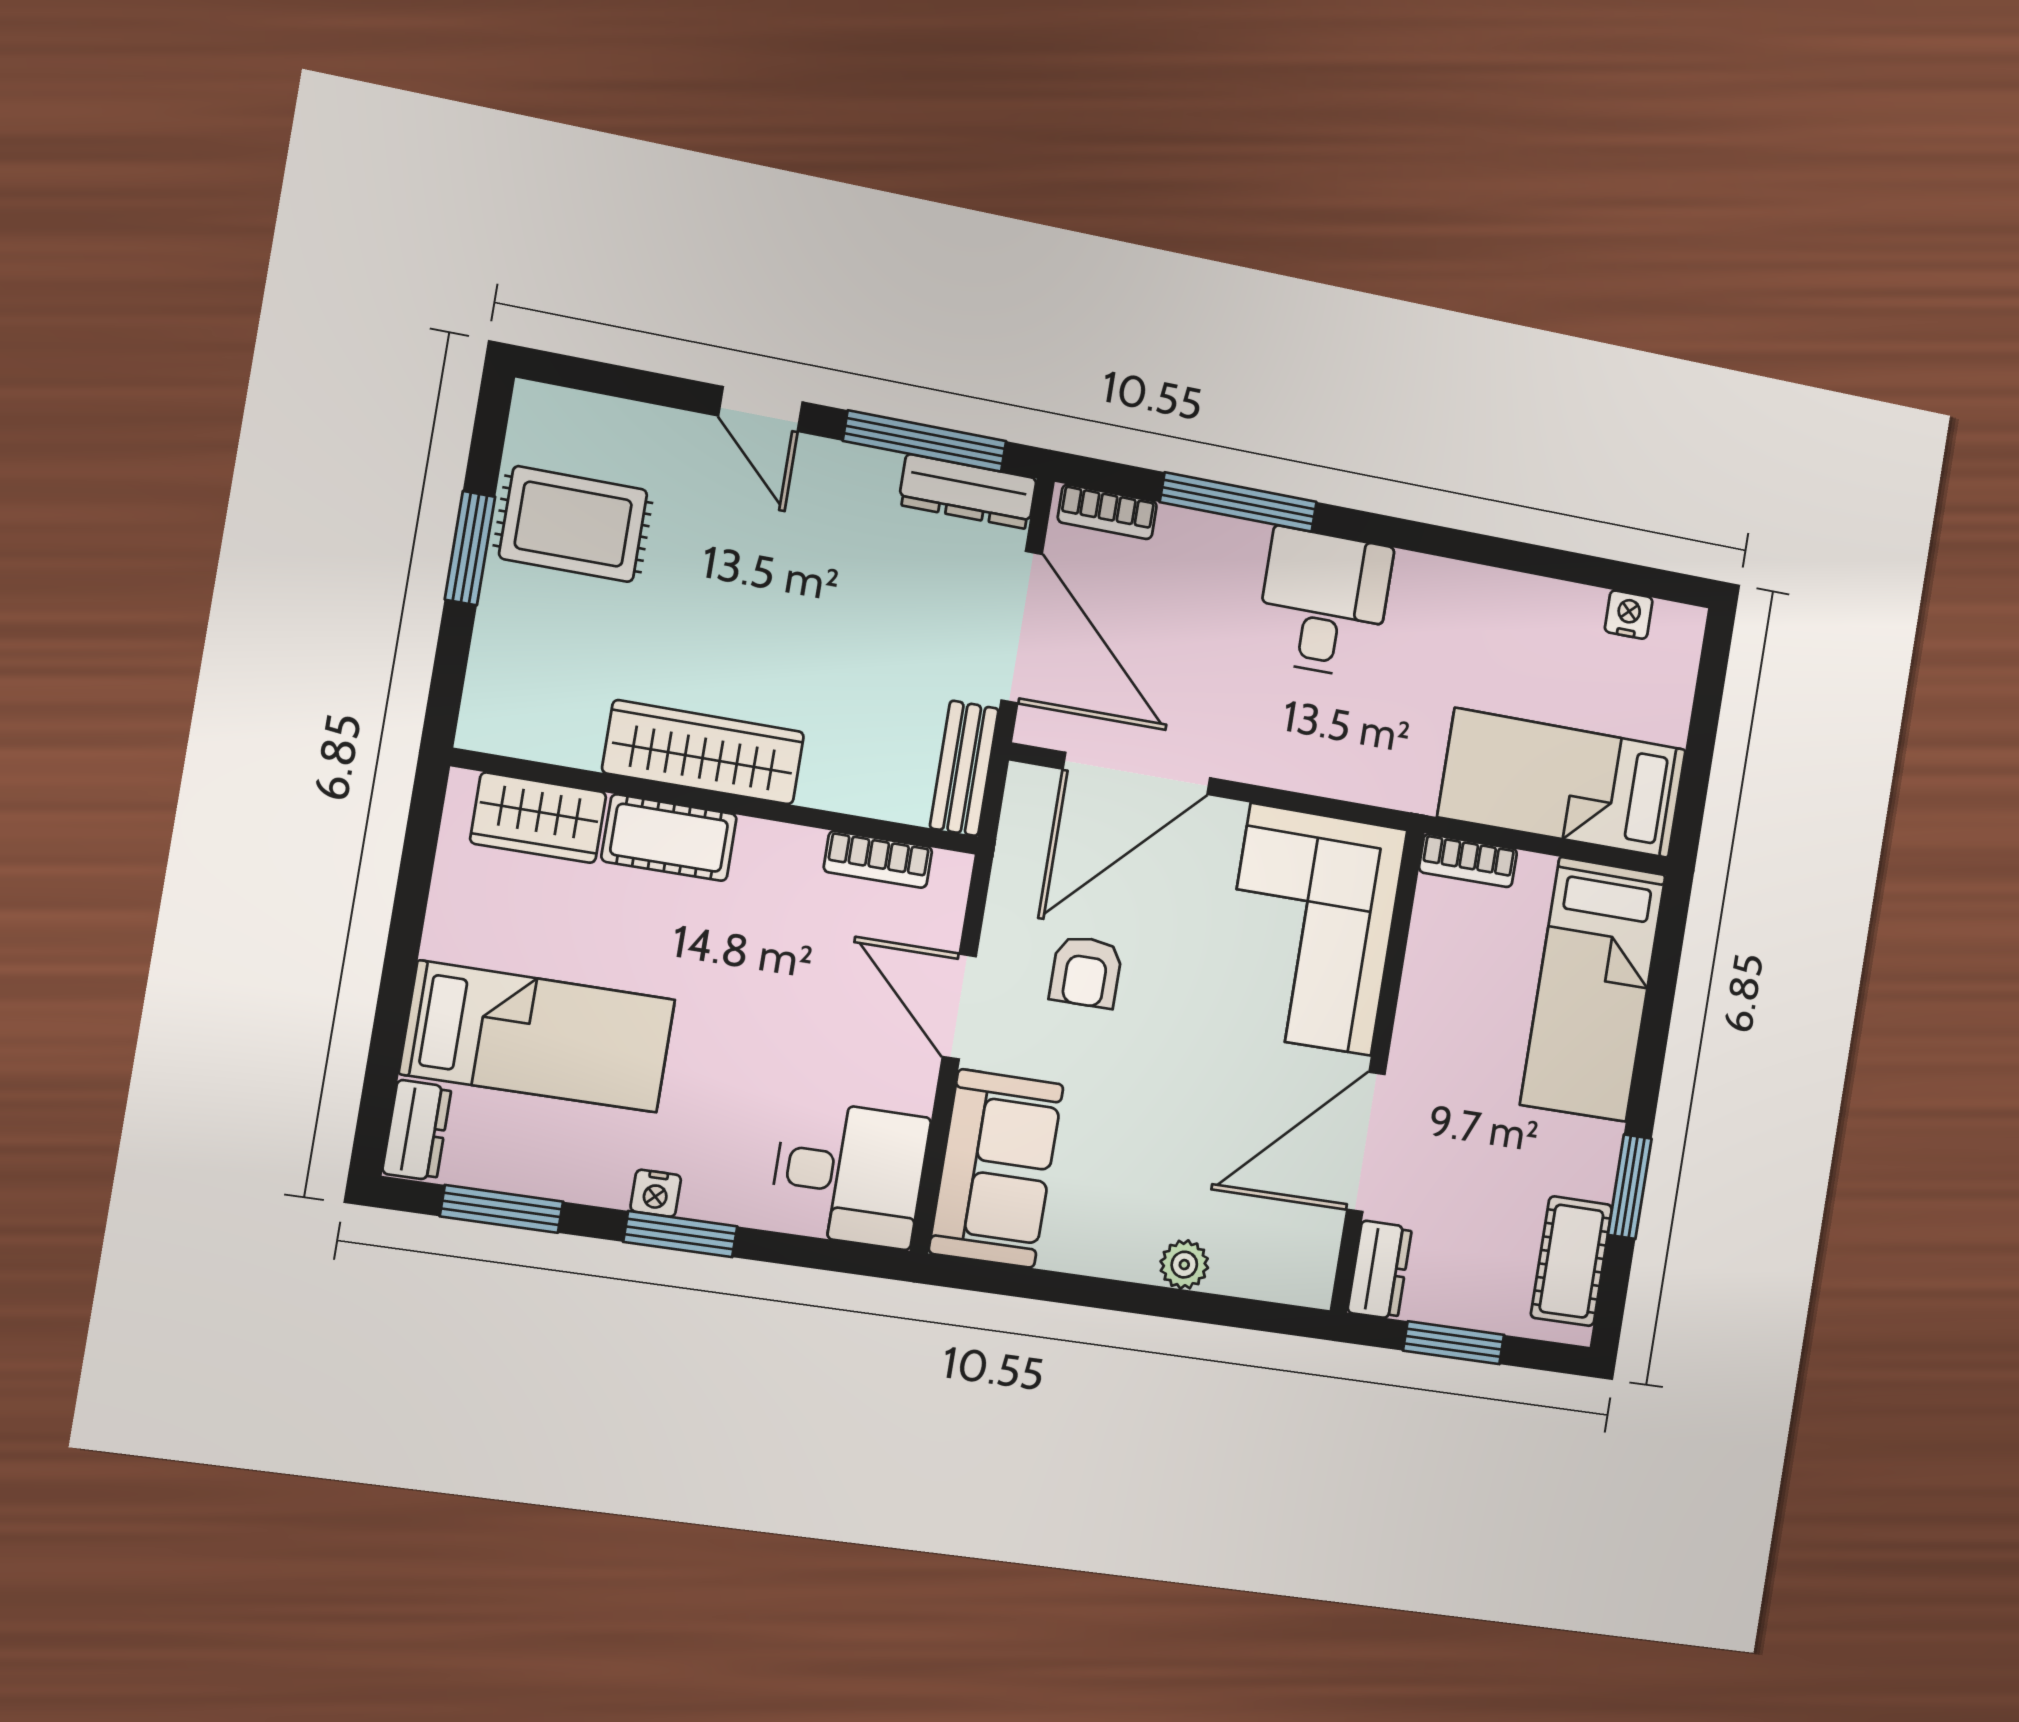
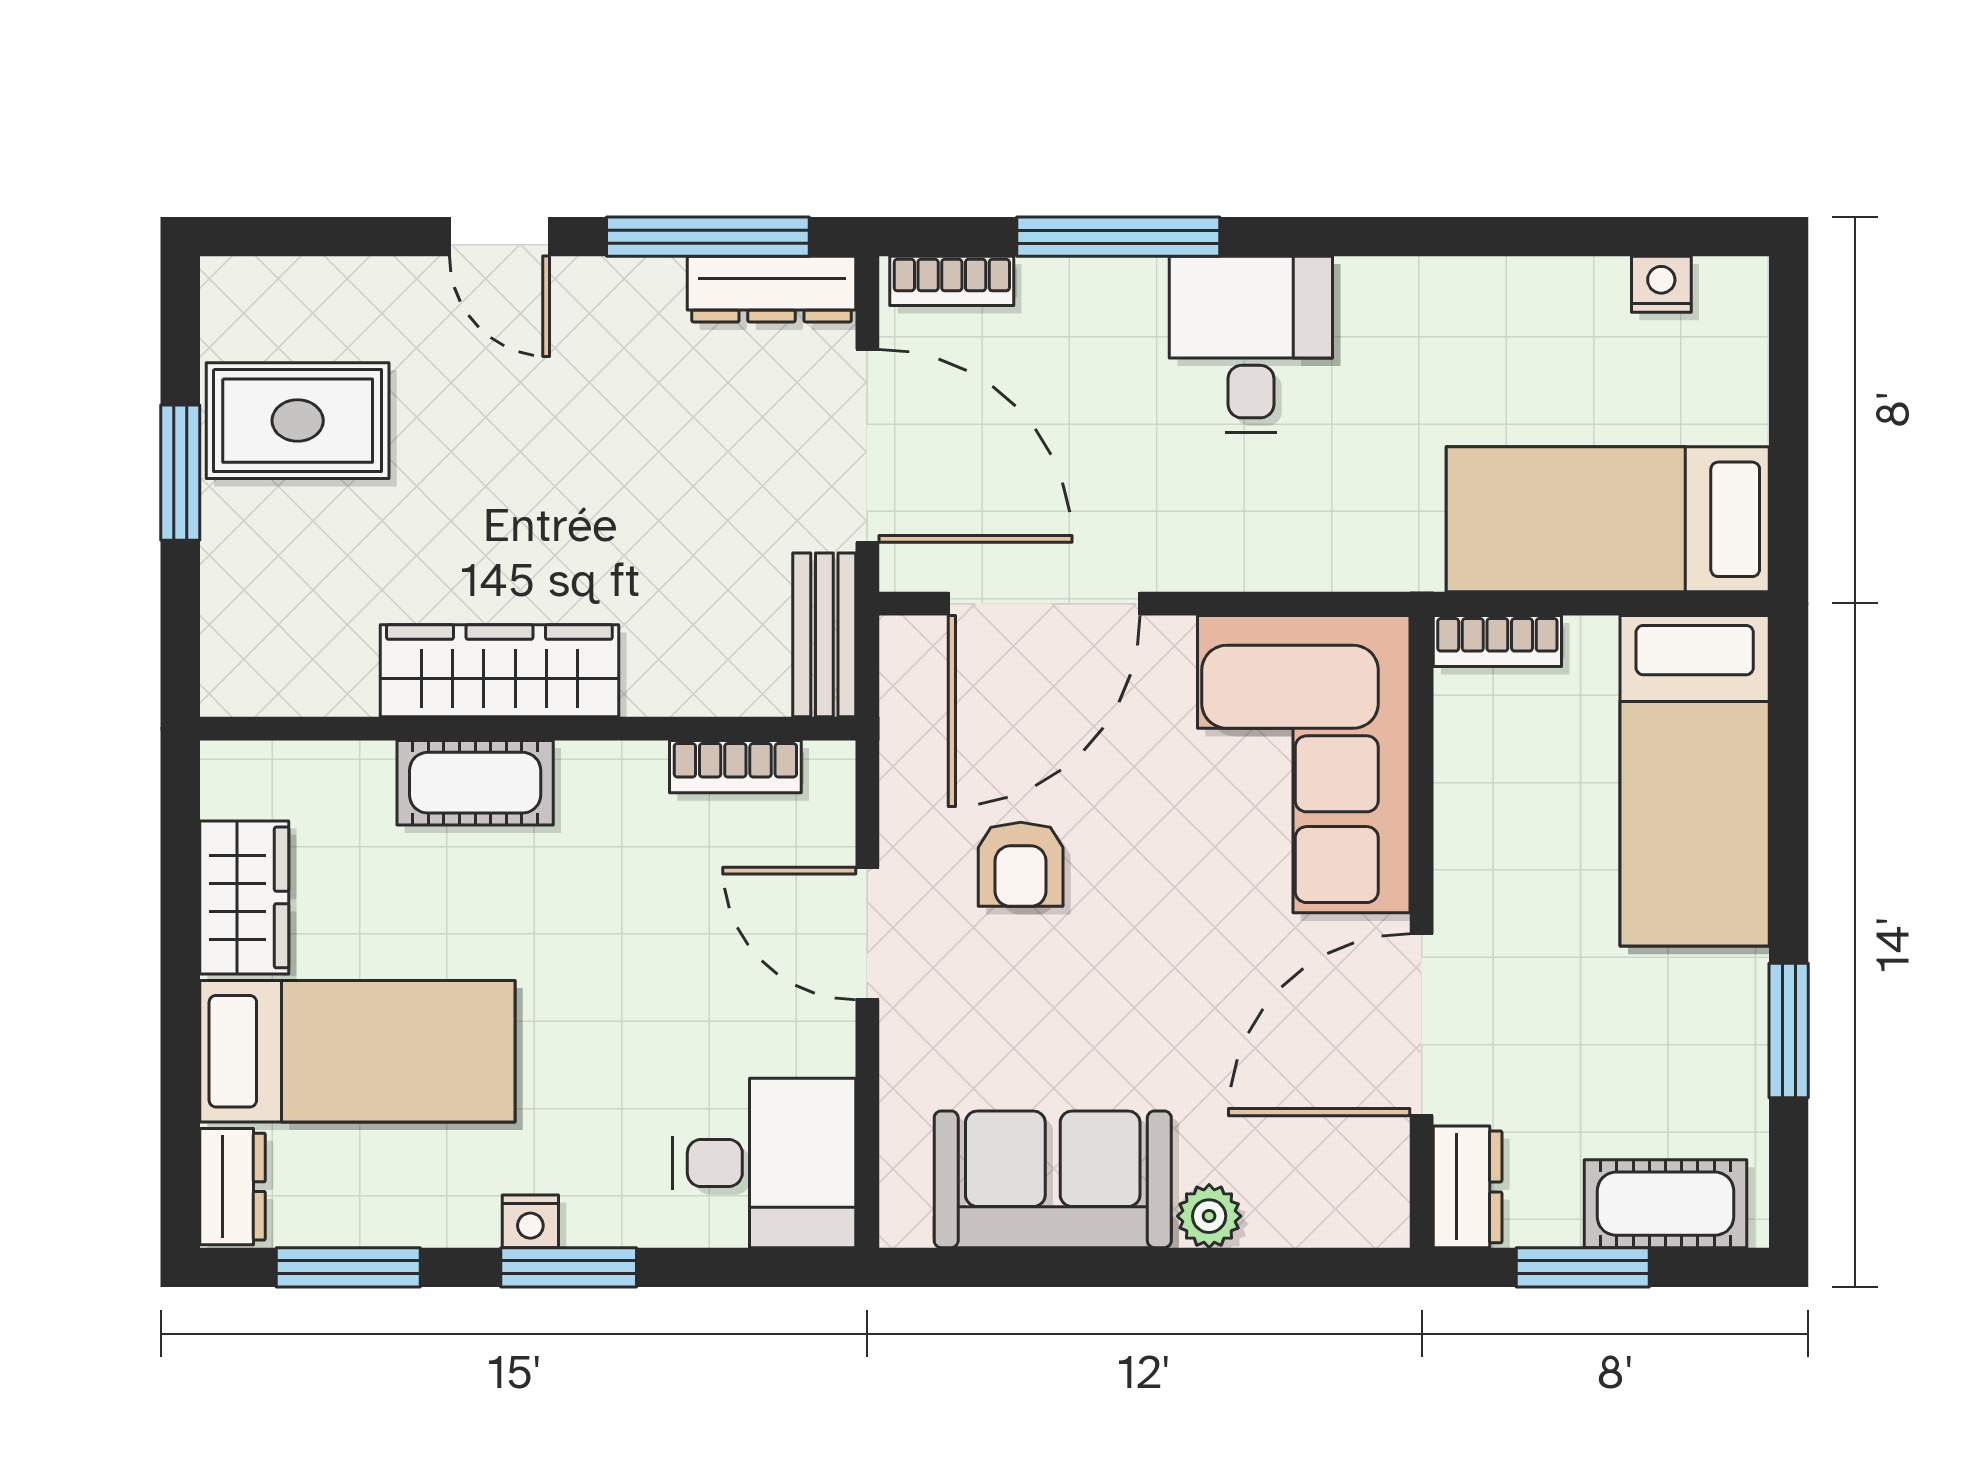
wardrobe: (538, 818) -> (244, 897), moved, turned -90
sofa: (996, 1169) -> (1053, 1179), moved, turned -90
cot: (1571, 1261) -> (1665, 1204), moved, turned 90

